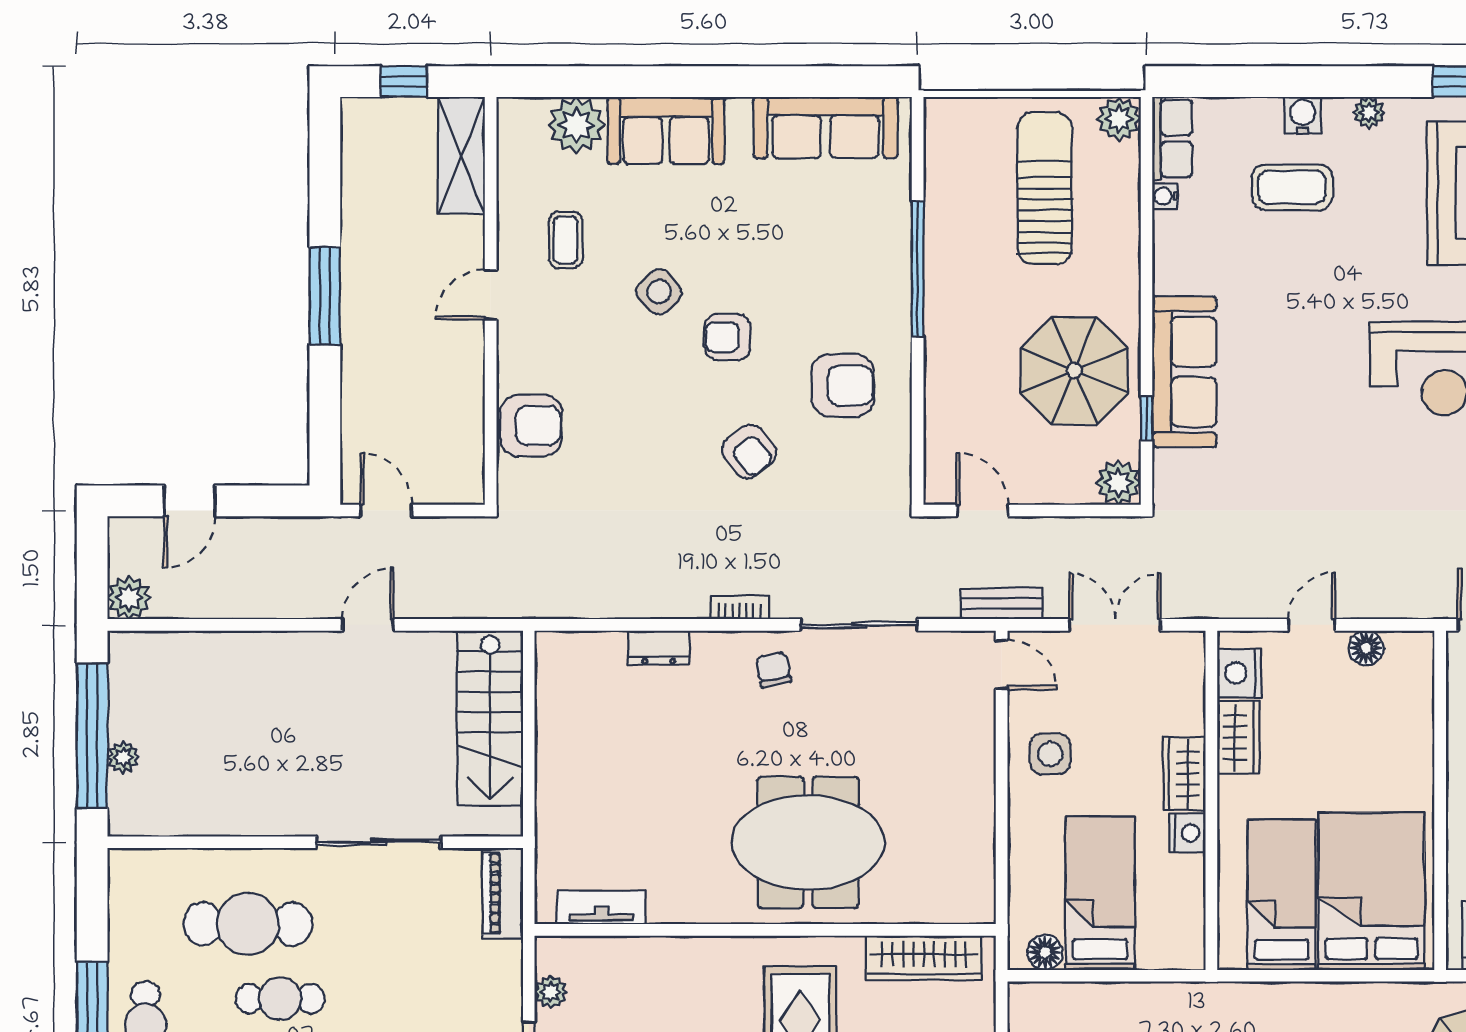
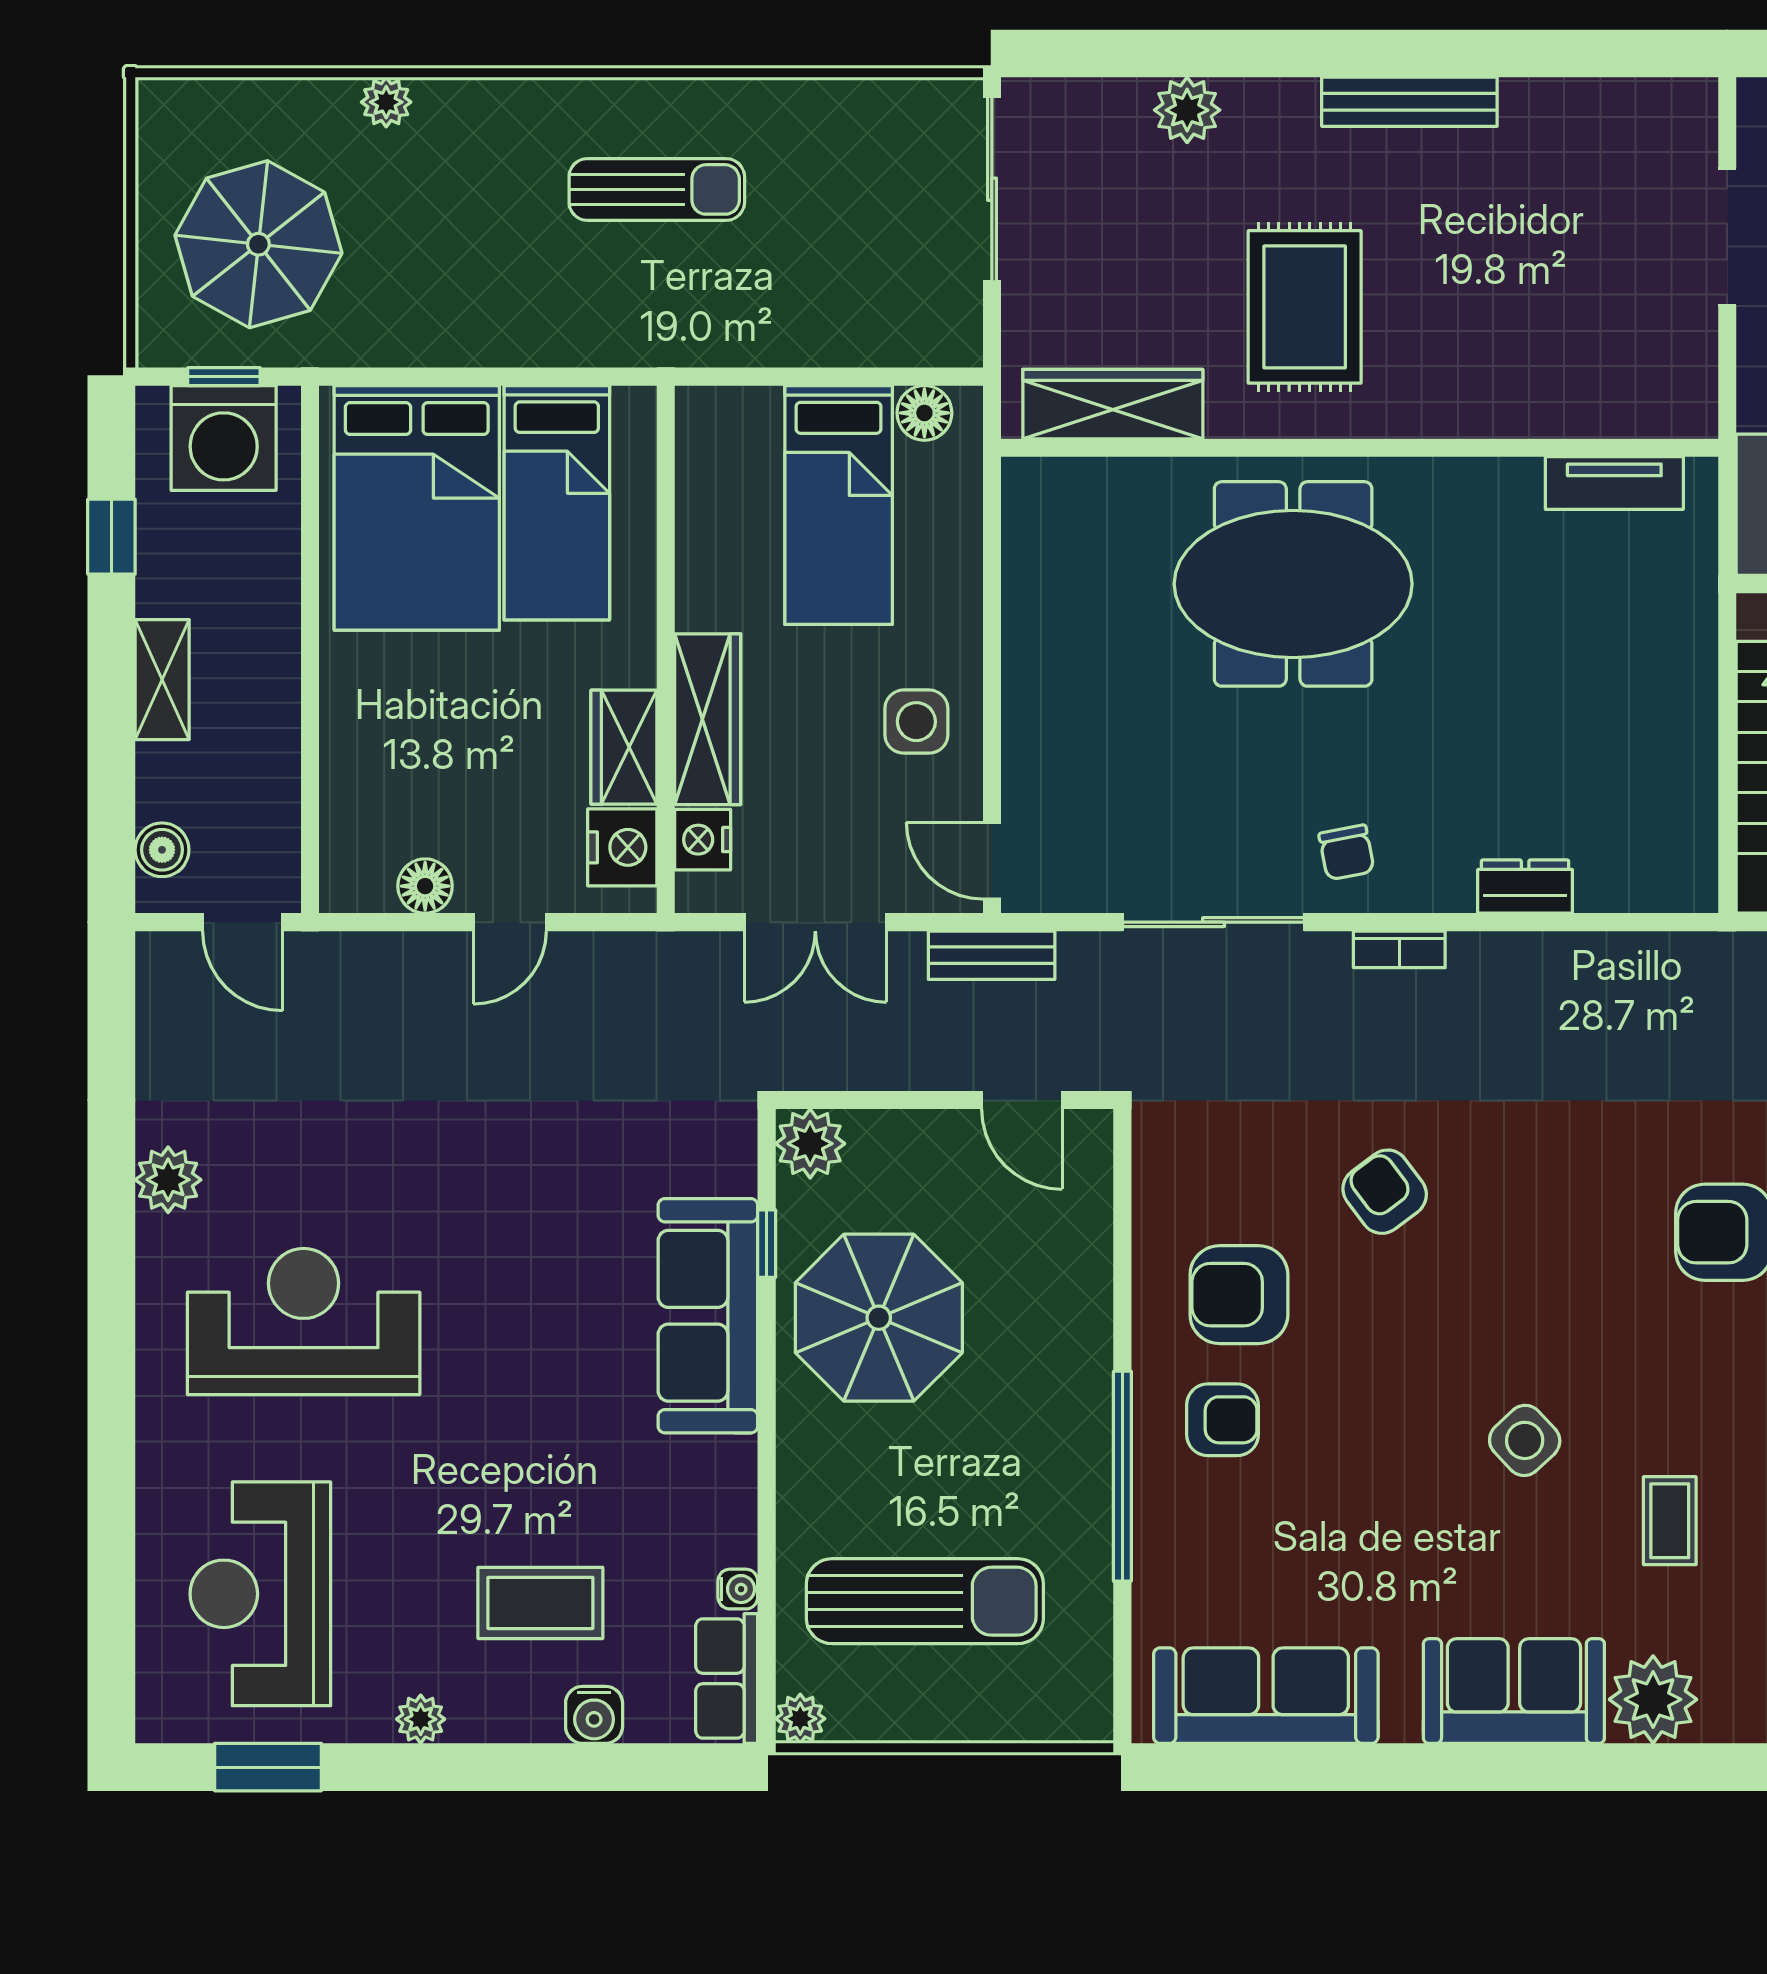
water cooler: (1303, 115) -> (594, 1715), moved
plant: (1119, 119) -> (800, 1719), width x0.73, depth x0.73
sun lounger: (1045, 188) -> (925, 1601), turned -90
armchair: (728, 337) -> (1222, 1420), moved
wardrobe: (1184, 774) -> (708, 719), width x1.50
nightstand: (1188, 833) -> (703, 840), moved
plant: (551, 992) -> (1693, 351), removed

